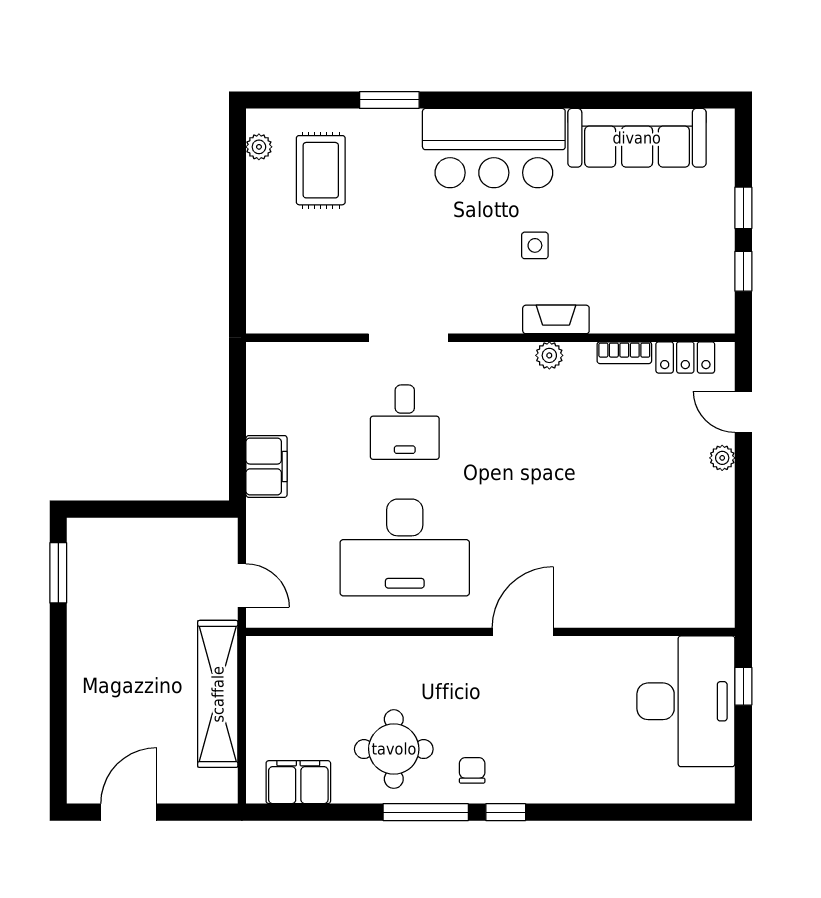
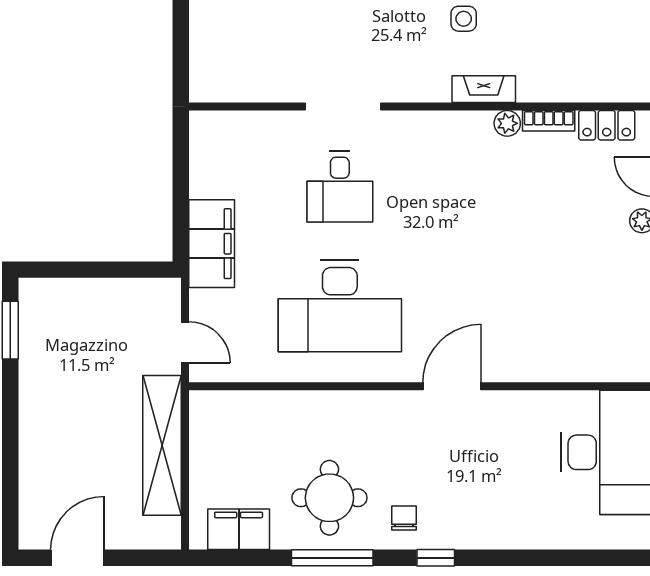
plant: (549, 355) -> (507, 123), moved
filing cabinet: (267, 466) -> (212, 244), width x1.50, depth x1.17
window: (426, 812) -> (332, 558), moved

